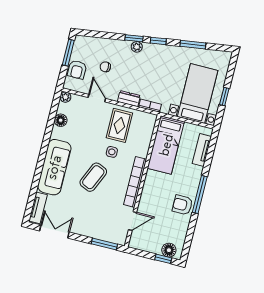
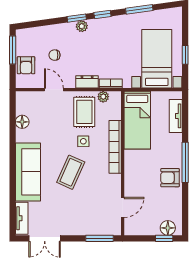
plant: (65, 97) -> (103, 97), moved
bookcase: (135, 182) -> (115, 147), moved
double door: (54, 231) -> (45, 238), swing flipped

